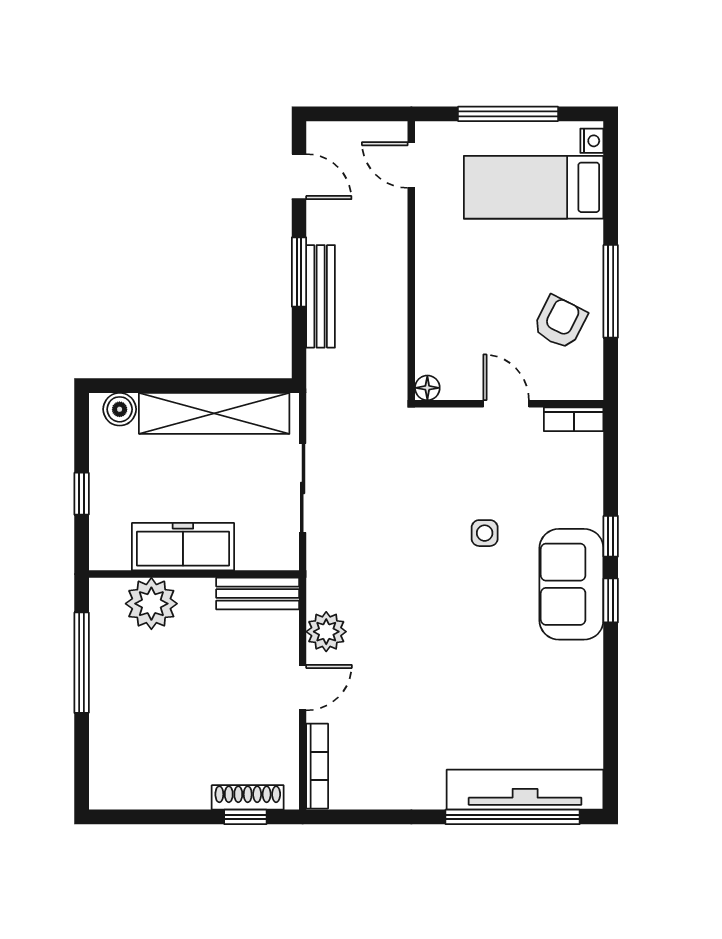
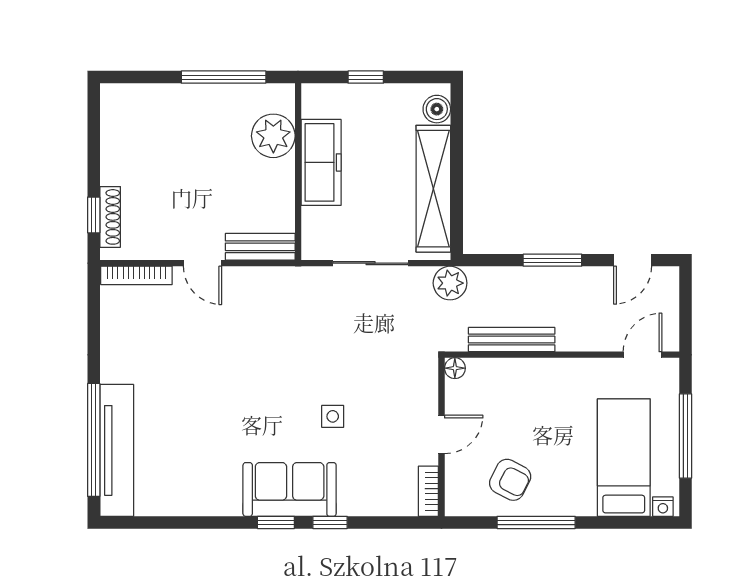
bench: (321, 296) -> (512, 340), moved
bench: (258, 594) -> (260, 247), moved, turned 90
plant: (326, 632) -> (450, 283), moved

